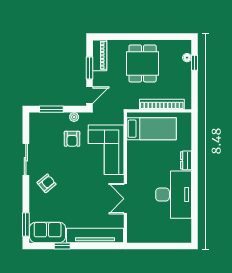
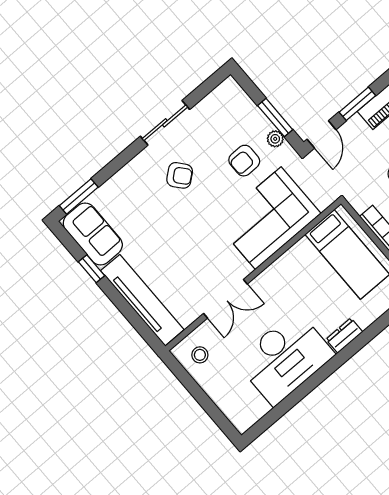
door: (89, 95) -> (322, 134), hinge flipped
window: (51, 109) -> (275, 118), moved
armchair: (47, 183) -> (180, 175), moved
double door: (125, 199) -> (225, 299), swing flipped
stool: (140, 231) -> (200, 355), added

